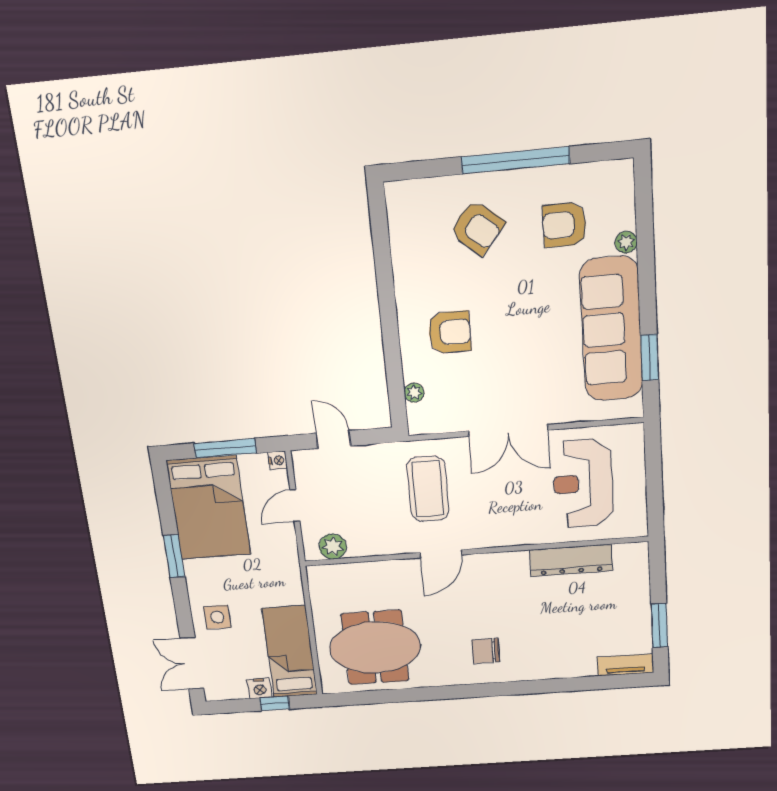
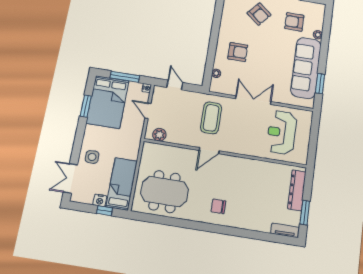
double door: (508, 431) -> (253, 100), swing flipped
door: (295, 505) -> (148, 111), hinge flipped
window: (174, 556) -> (86, 106), moved
dresser: (571, 560) -> (297, 190), moved, turned 90

